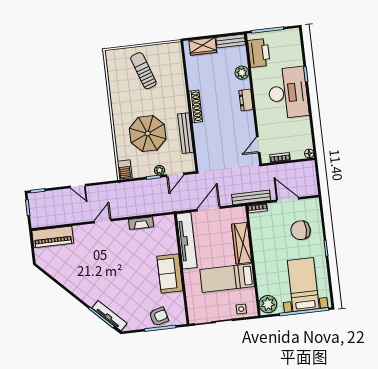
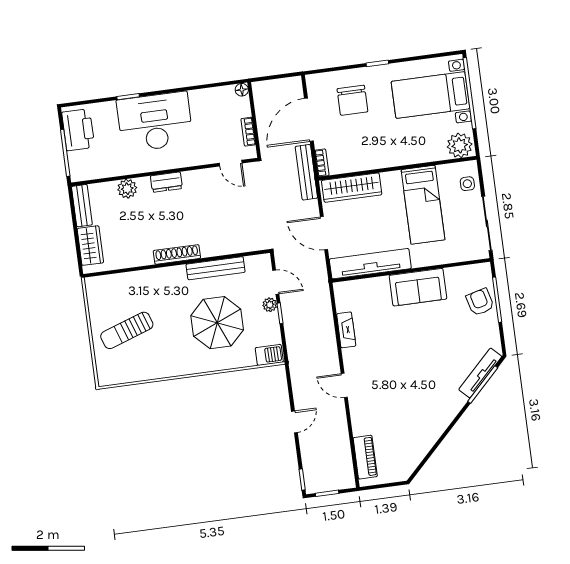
printer: (259, 53) -> (78, 130), moved, turned 90
door: (288, 200) -> (309, 120), width x1.36
piano: (53, 237) -> (365, 457), width x0.73, depth x0.75
wardrobe: (242, 243) -> (352, 188), moved

